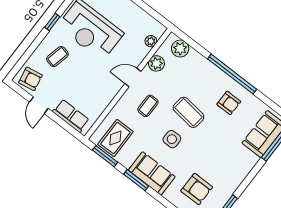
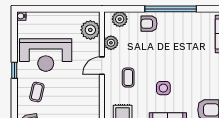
plant: (151, 41) -> (90, 30), width x1.88, depth x1.88
armchair: (229, 103) -> (149, 24), moved, turned 180
coffee table: (188, 112) -> (160, 60), removed

